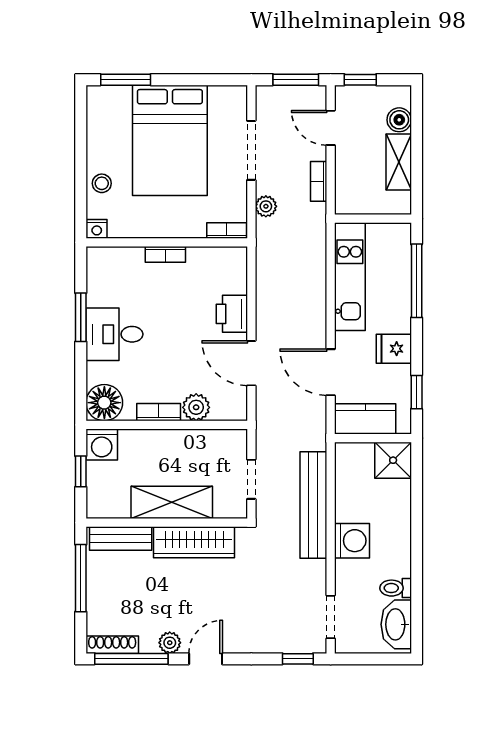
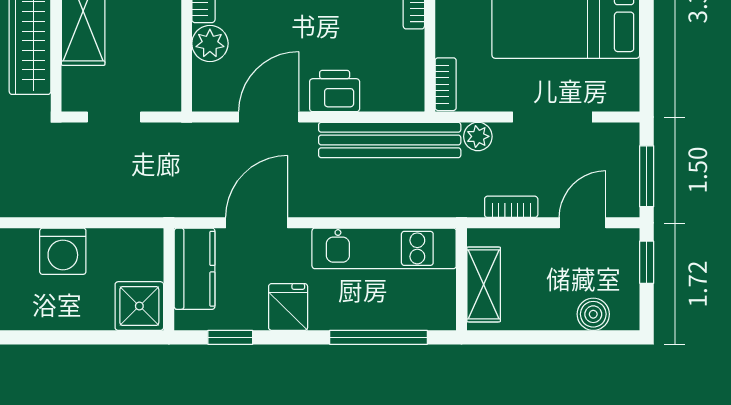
shelving: (399, 162) -> (484, 284), moved, turned 90
bench: (313, 505) -> (390, 140), moved
washing machine: (352, 541) -> (63, 251), moved

